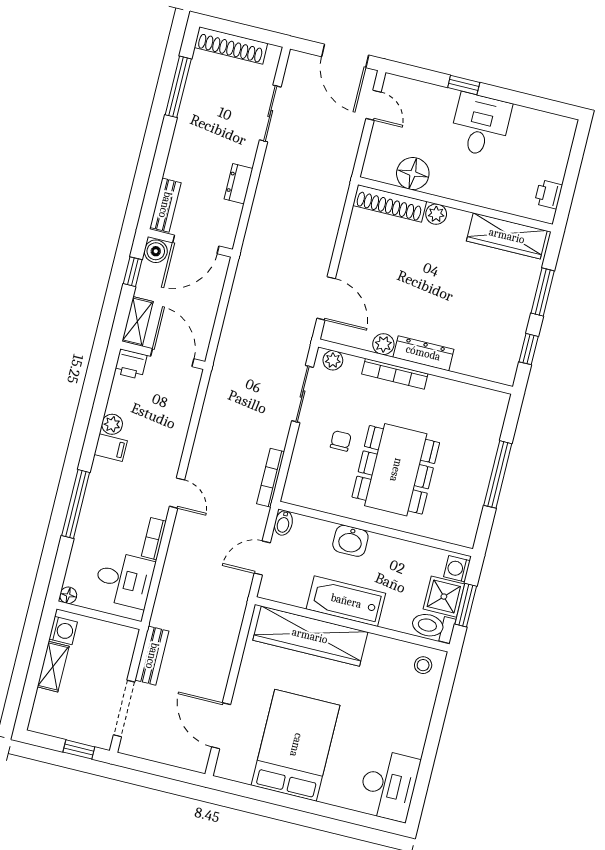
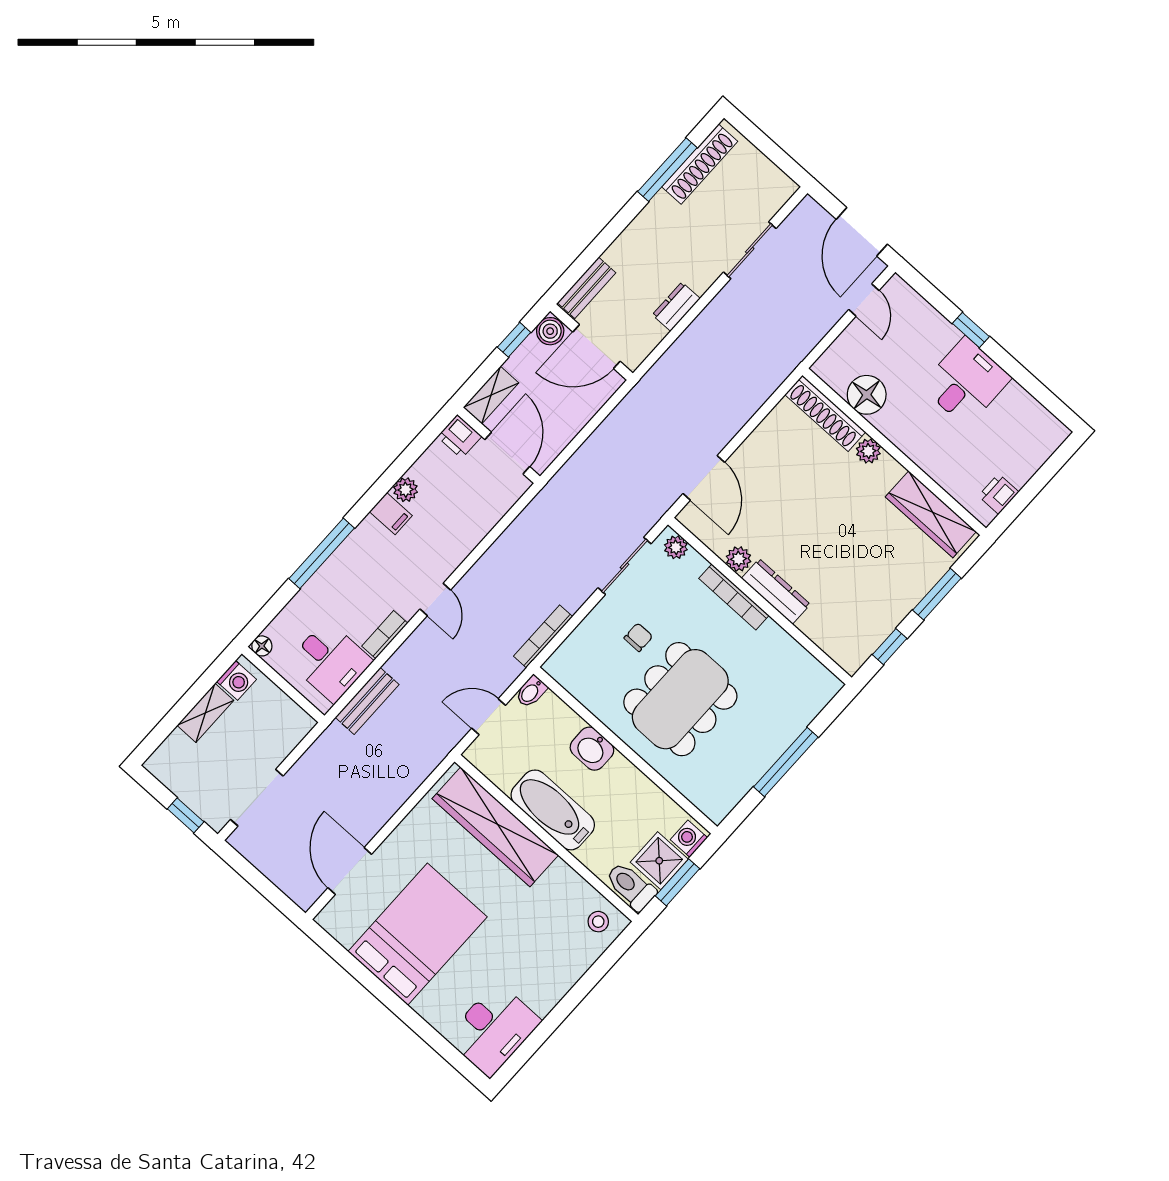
shoe rack: (231, 45) -> (700, 164), moved, turned -90
bench: (152, 656) -> (367, 701), moved

